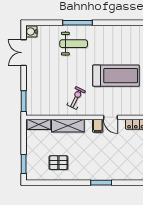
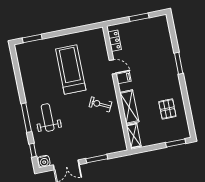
window: (44, 23) -> (33, 150), added
window: (24, 101) -> (97, 159), moved
door: (110, 117) -> (113, 67), hinge flipped

